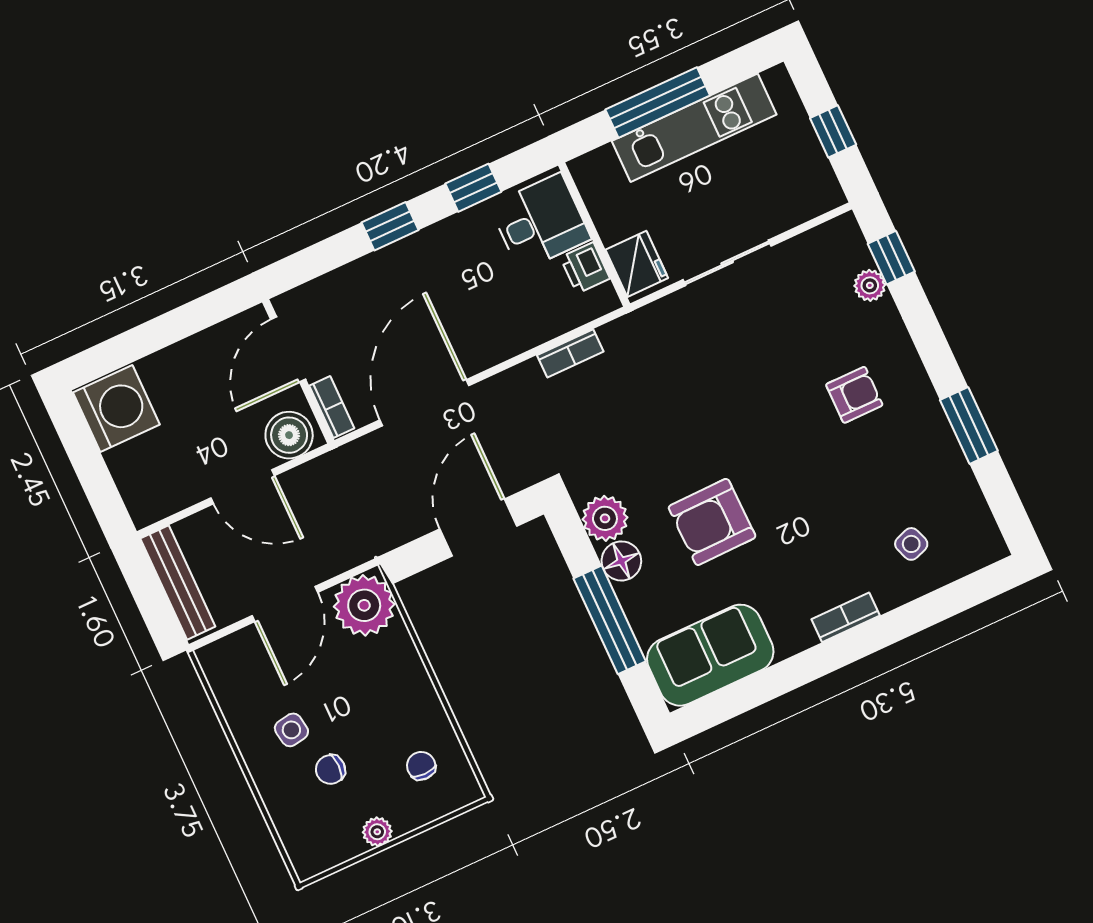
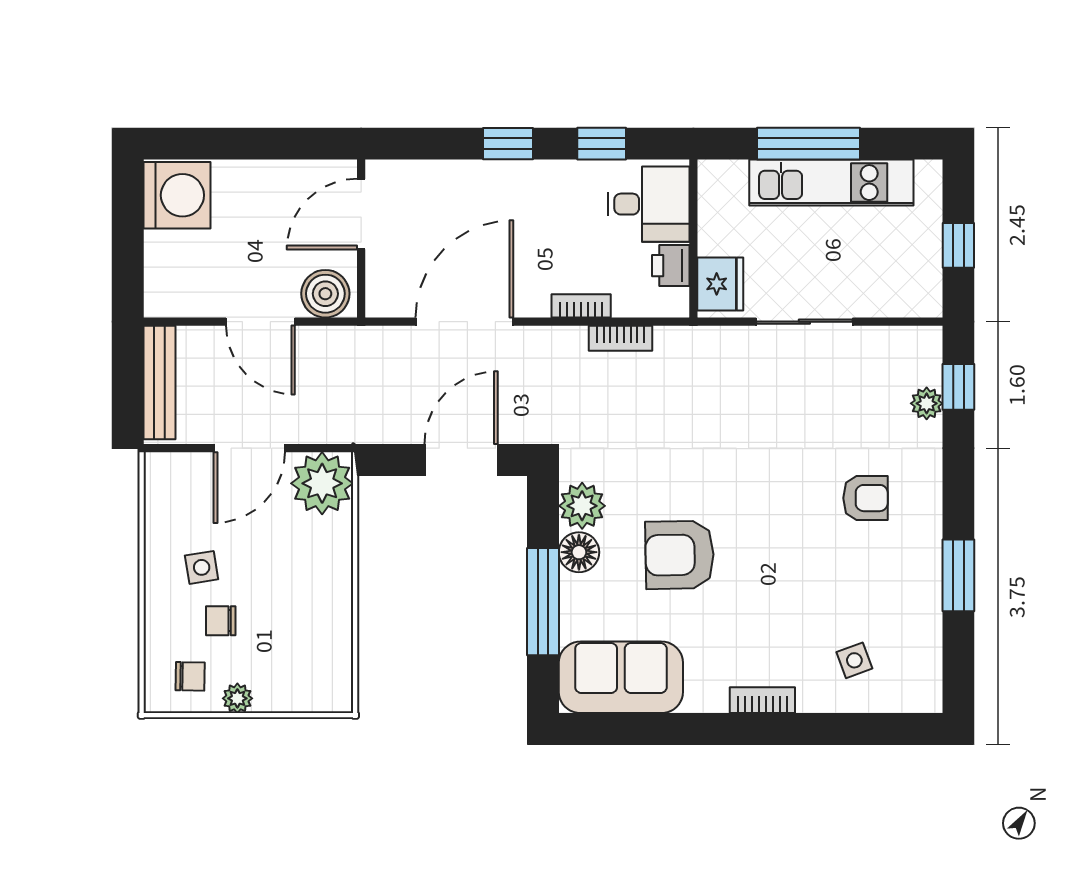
bookcase: (332, 407) -> (581, 306), moved, turned -90
chair: (421, 766) -> (190, 676), moved, turned 91

